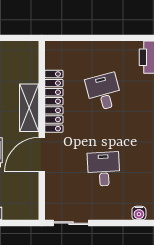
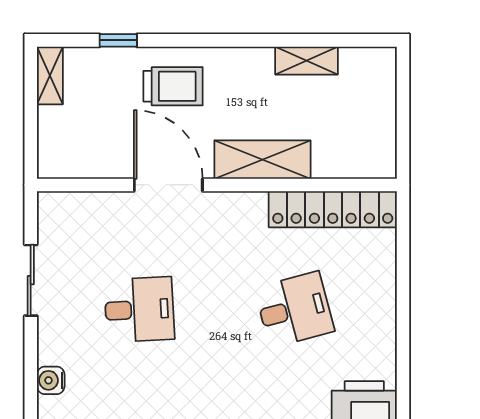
locker: (54, 101) -> (333, 209), moved
sliding door: (71, 223) -> (31, 280), moved

